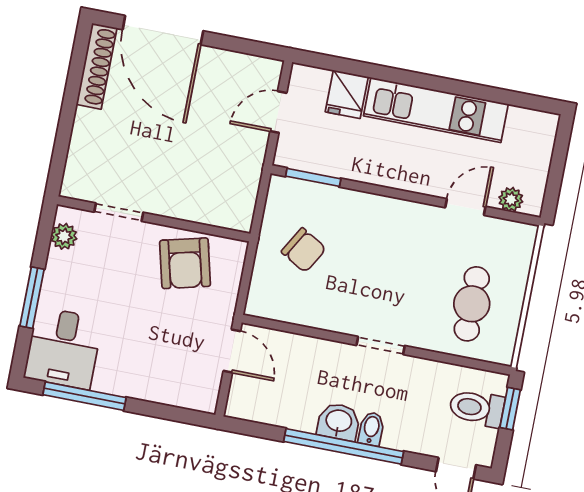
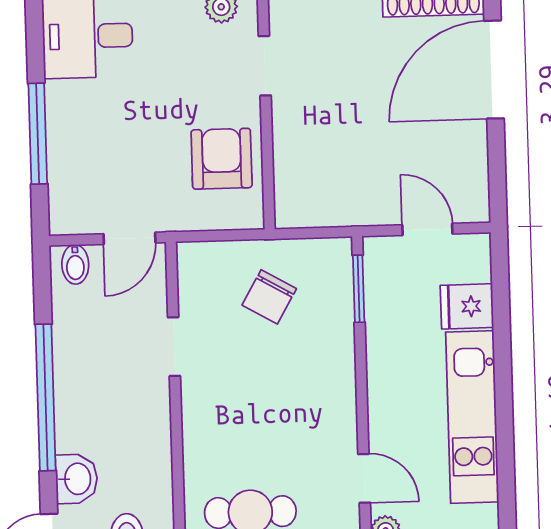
armchair: (185, 263) -> (222, 159), turned 104
doorway: (381, 345) -> (174, 347), moved
window: (85, 396) -> (38, 134), moved
washbasin: (339, 422) -> (76, 479), moved
bidet: (371, 429) -> (75, 264), moved, turned 90

